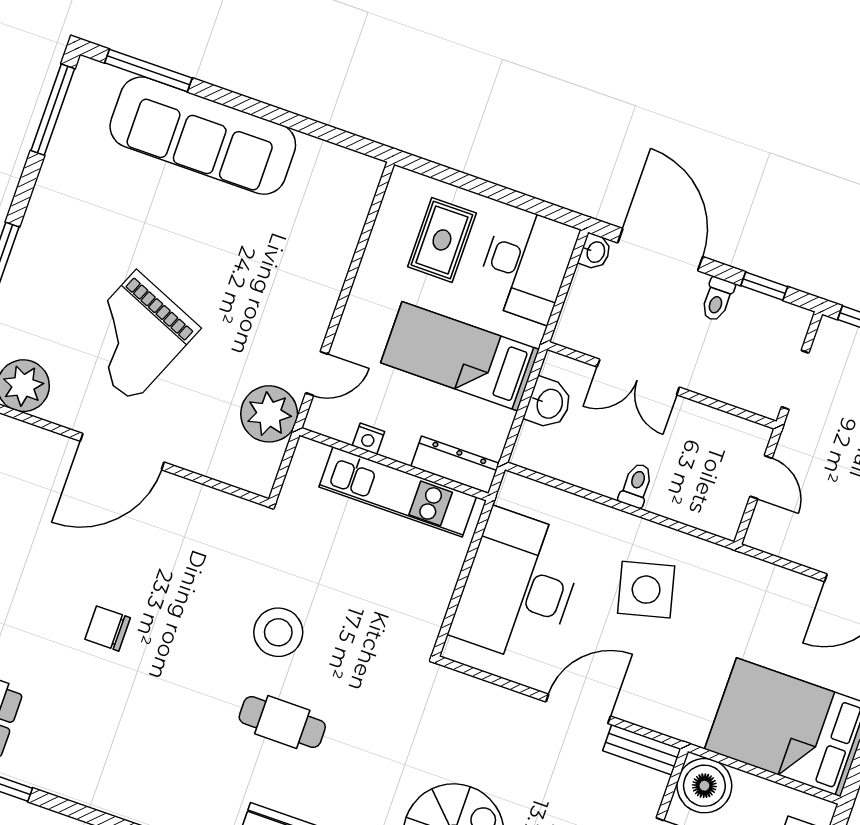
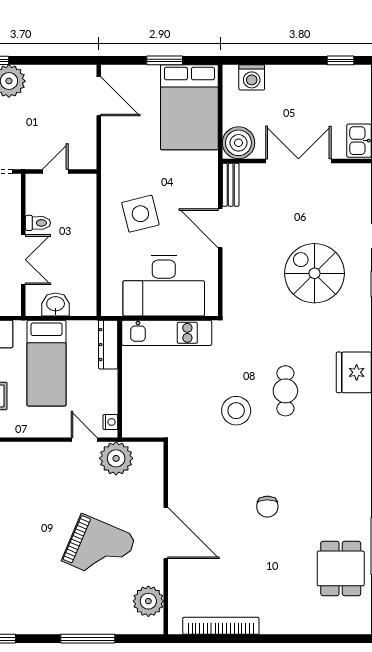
nightstand: (368, 439) -> (110, 422), moved
toilet: (636, 485) -> (38, 223), moved, turned 180
kitchen unit: (398, 492) -> (167, 333), moved, turned 90

